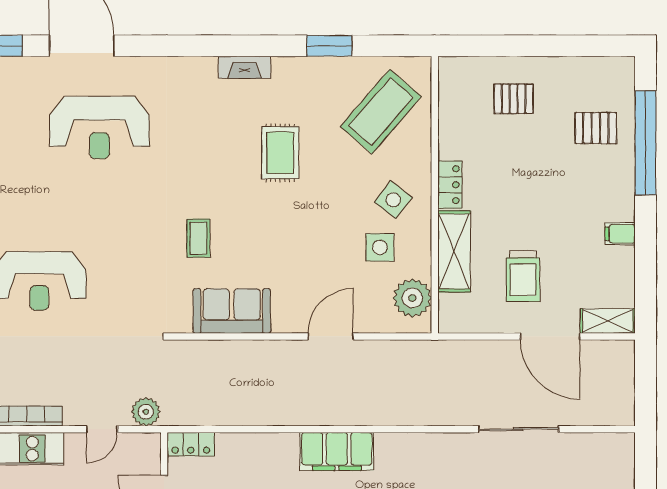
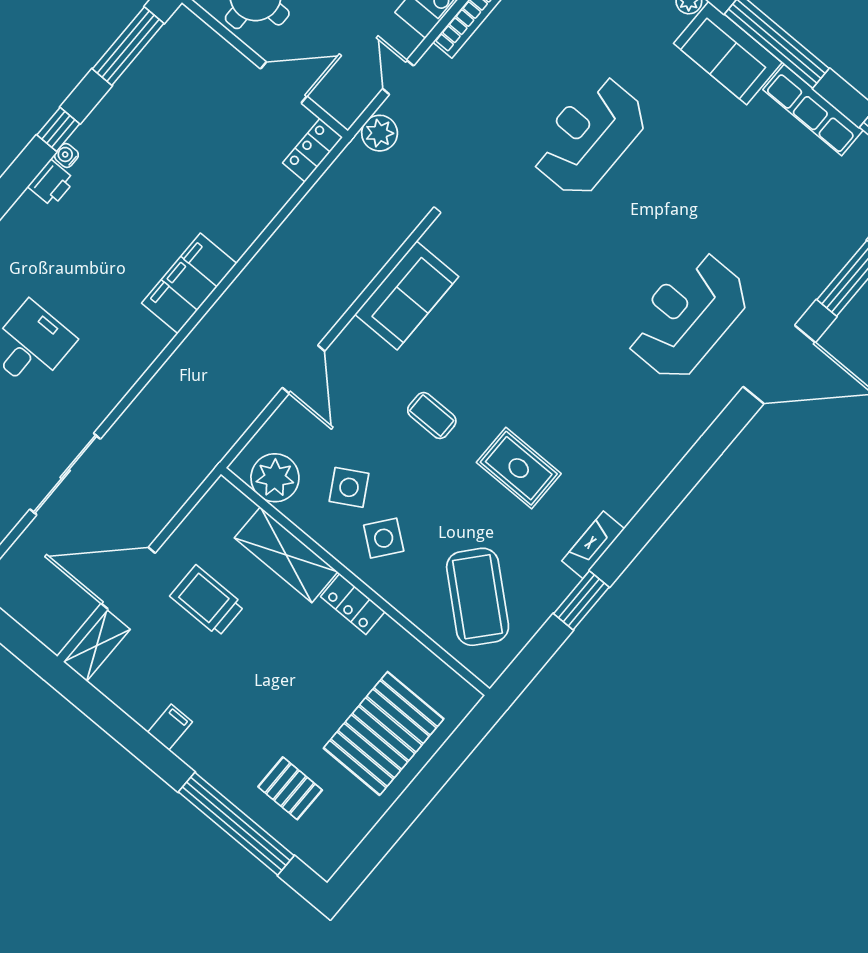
fireplace: (244, 67) -> (593, 545), moved
pallet: (514, 99) -> (384, 733), width x2.05, depth x2.00
pallet: (596, 128) -> (290, 788), turned 90
coffee table: (198, 238) -> (432, 416), moved
side table: (380, 247) -> (349, 487), turned -30

